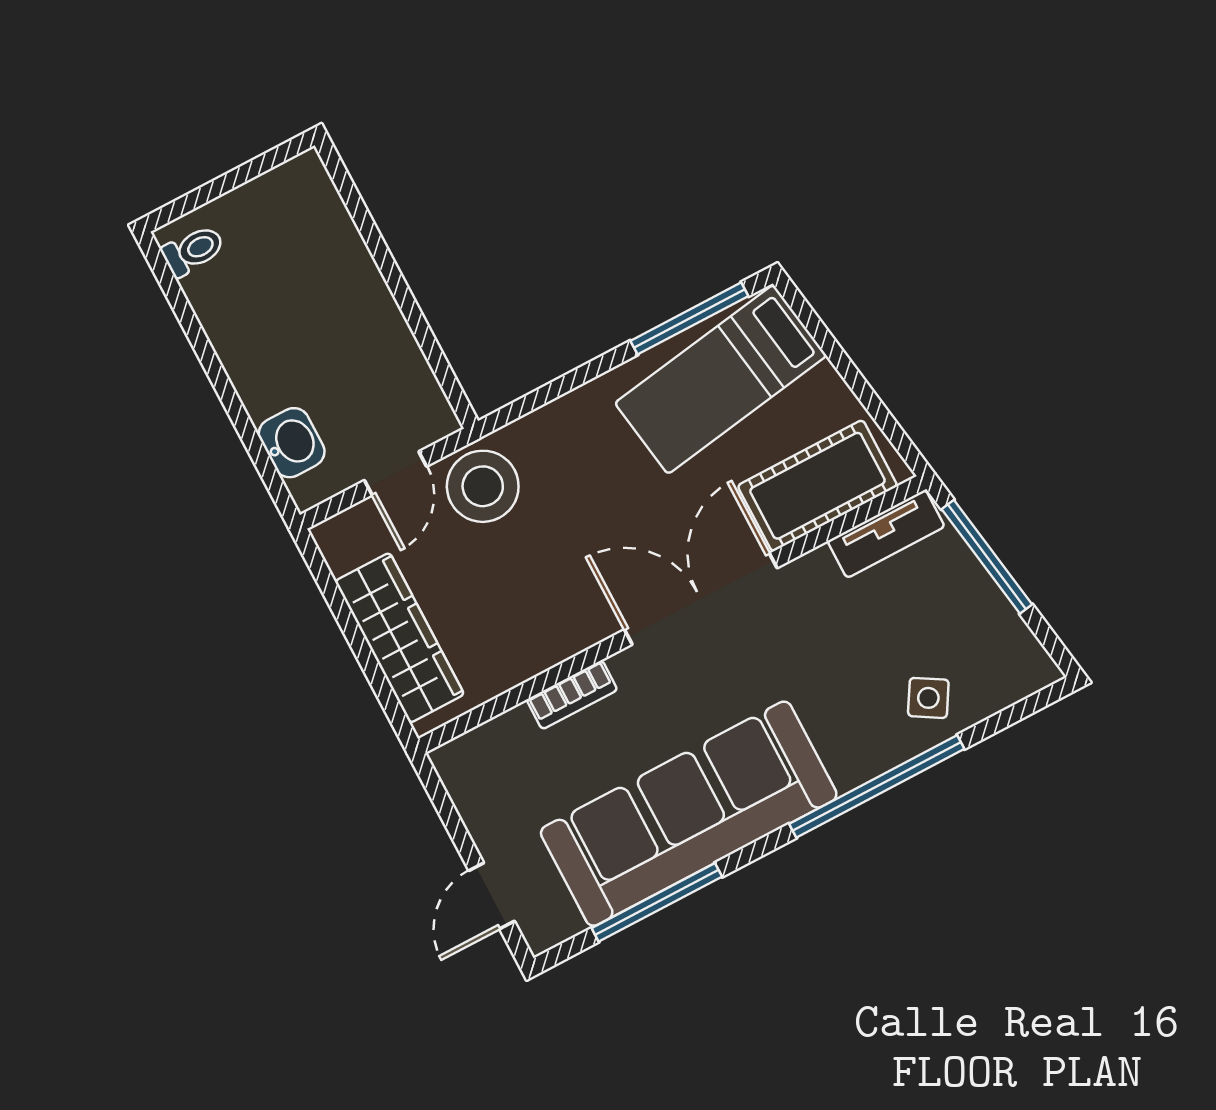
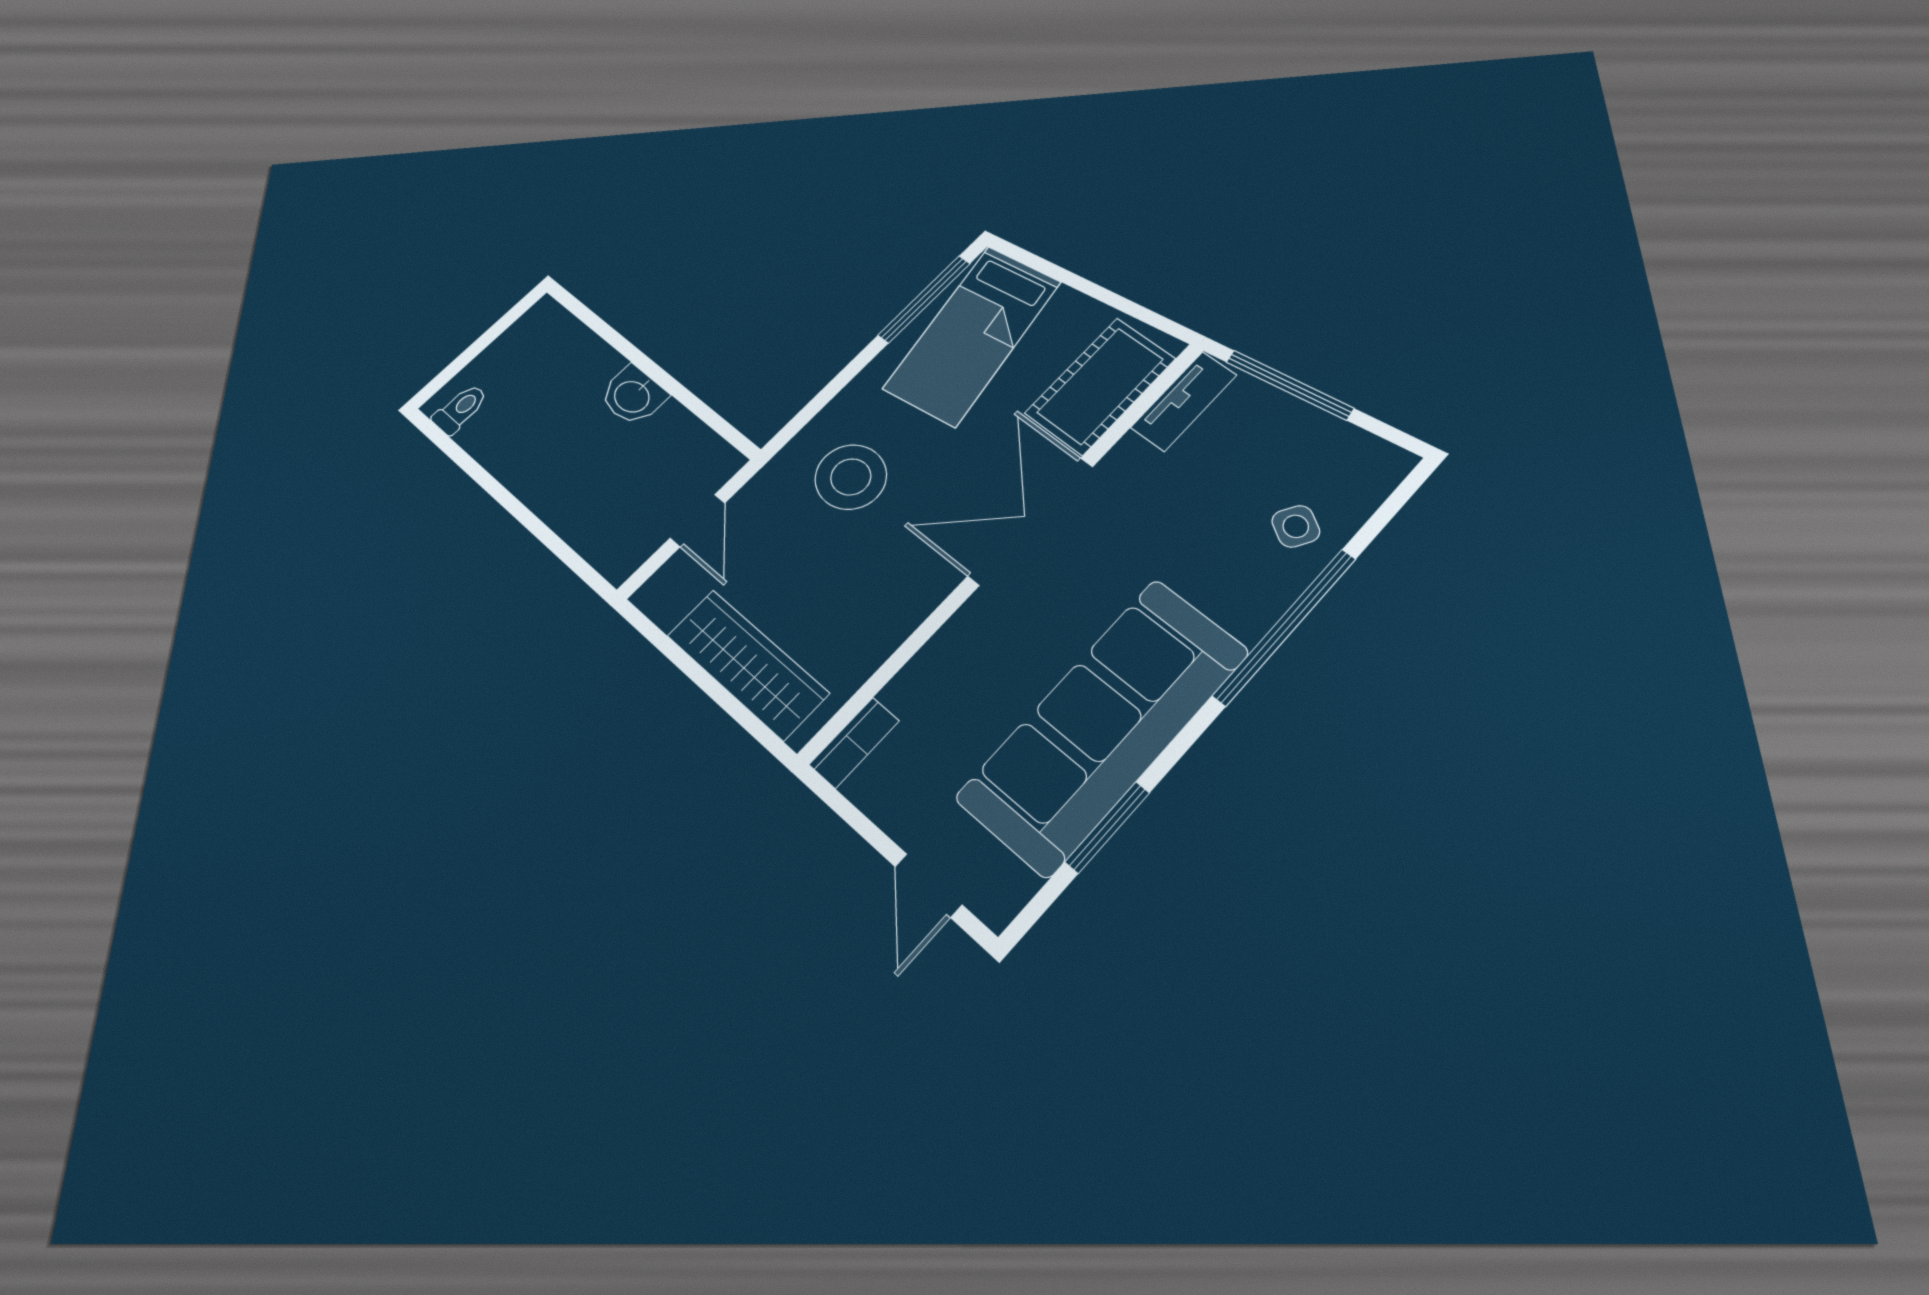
washbasin: (292, 443) -> (633, 396), moved, turned 180
stool: (483, 486) -> (851, 477), moved
bookcase: (572, 695) -> (854, 743), moved
window: (657, 902) -> (1107, 827), width x0.69

